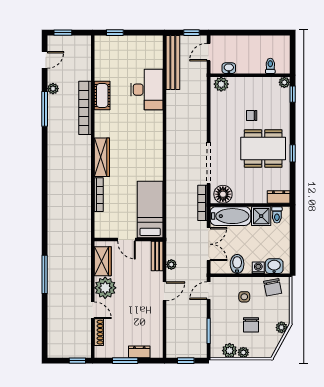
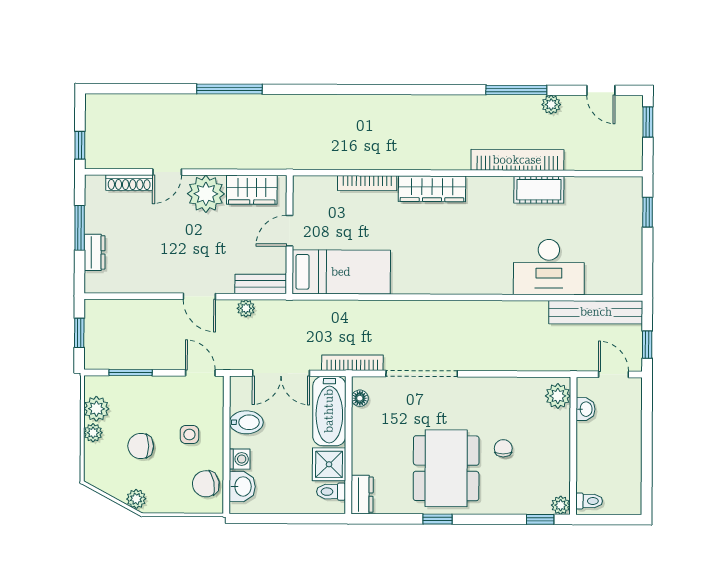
toilet: (270, 66) -> (589, 501), moved
floor lamp: (223, 194) -> (360, 398), width x0.53, depth x0.53

